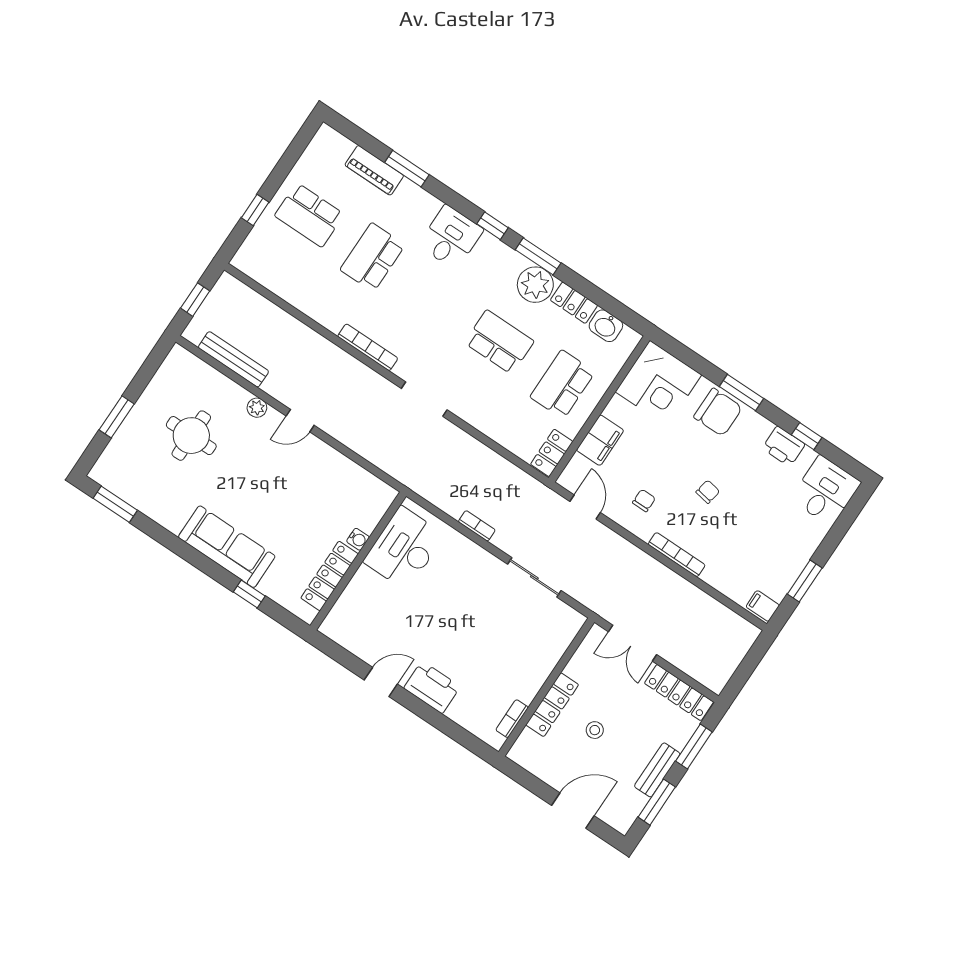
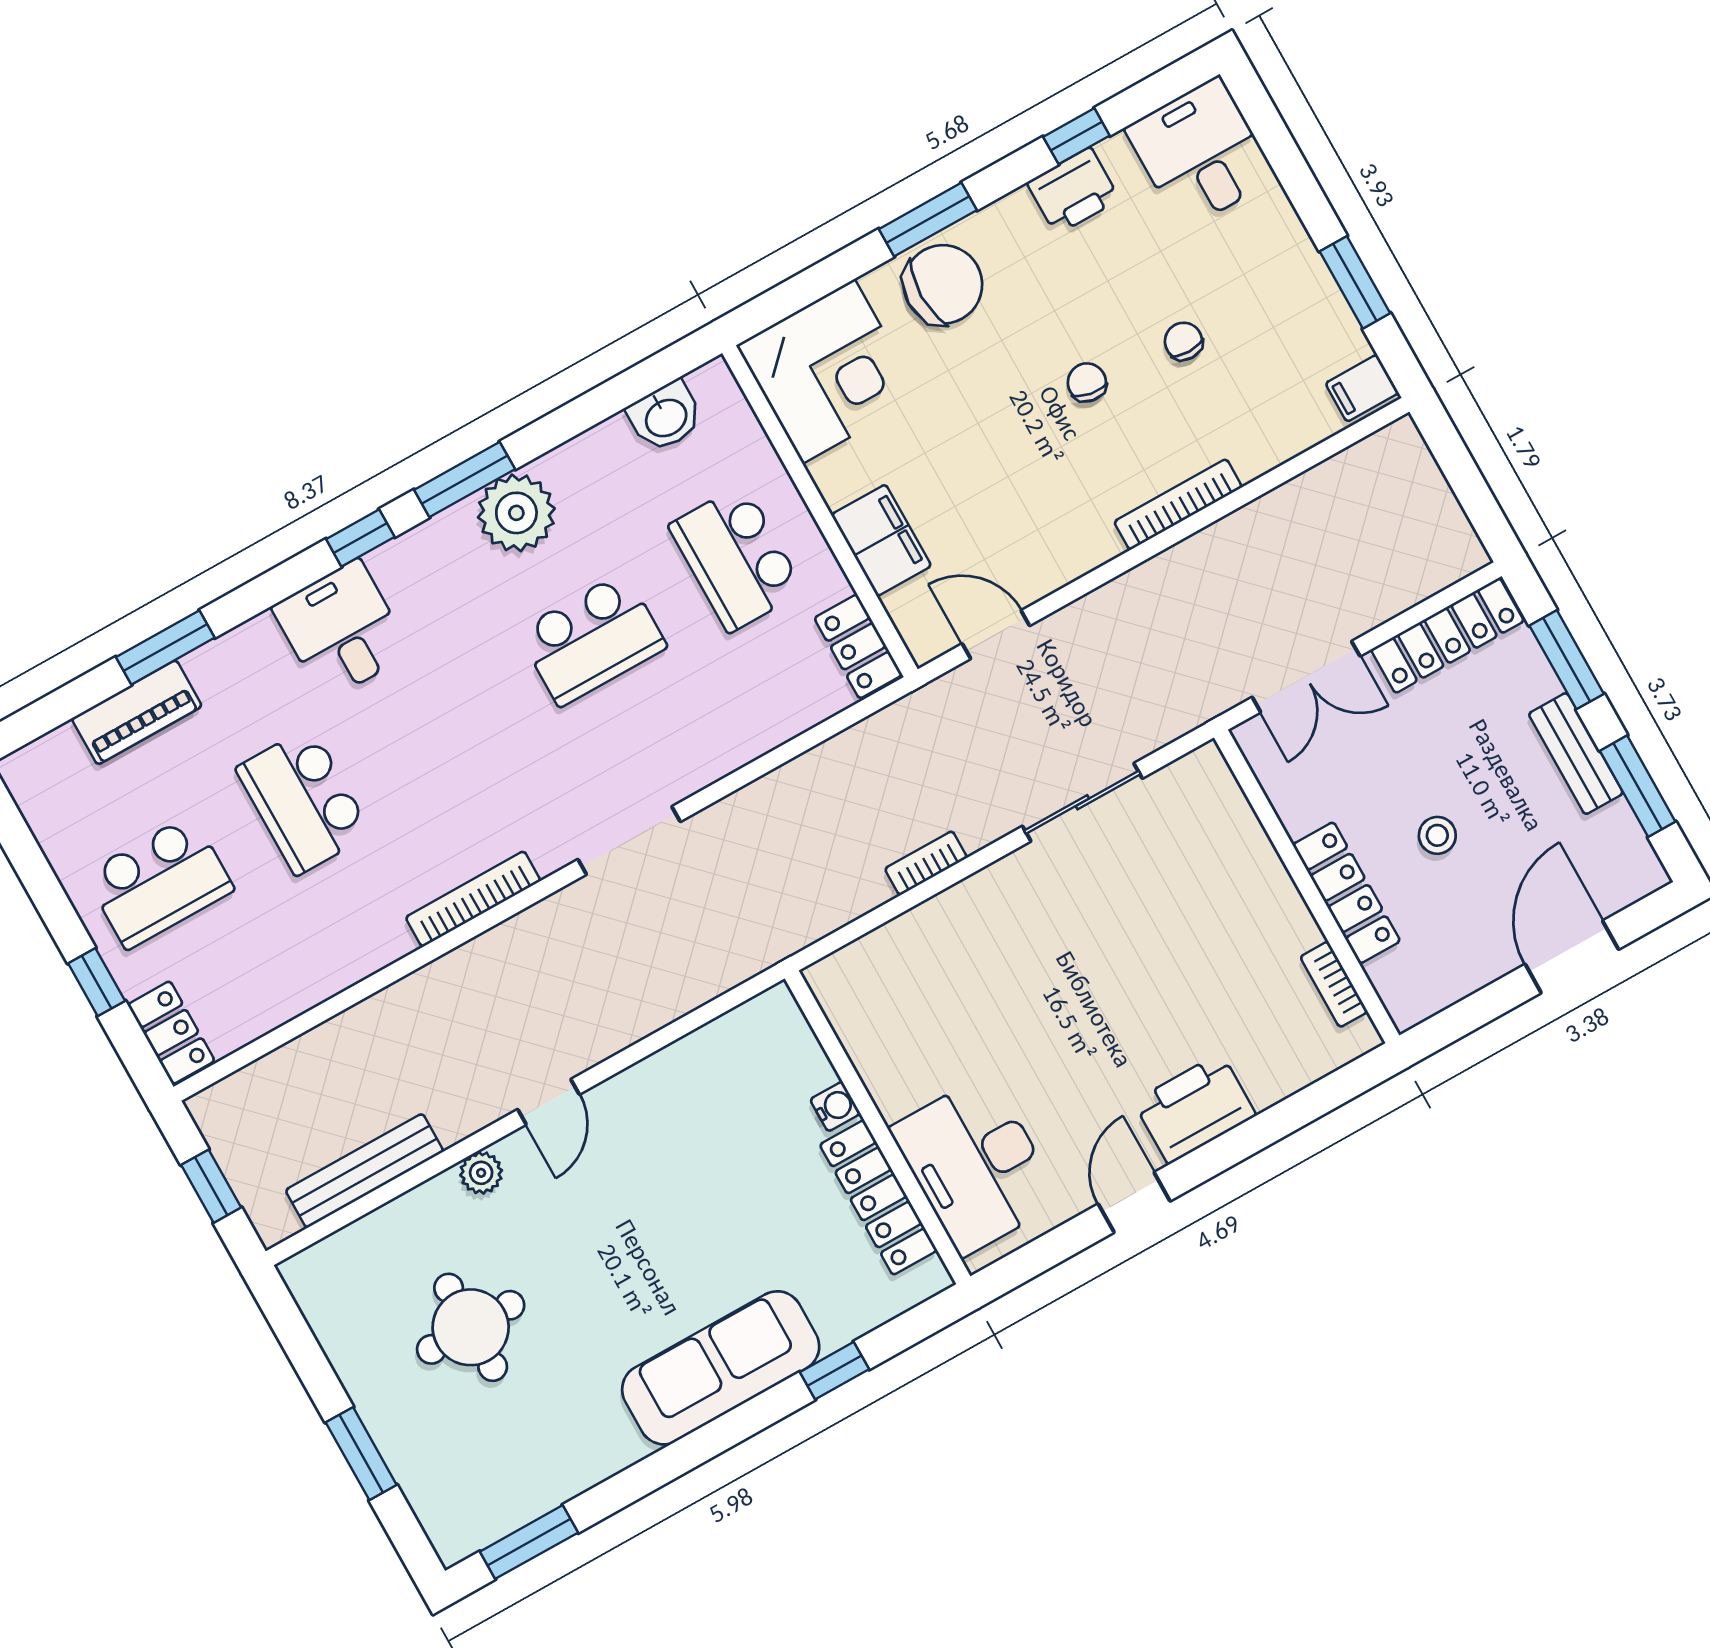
locker: (574, 303) -> (171, 1033), moved, turned -90
school desk: (499, 342) -> (592, 639), turned 180
chair: (644, 500) -> (1183, 341), moved
desk: (404, 548) -> (976, 1165), moved

